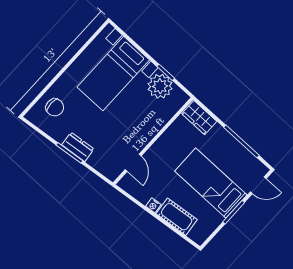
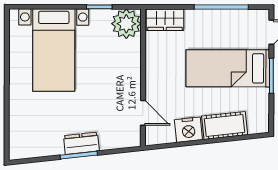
plant: (160, 86) -> (126, 24), moved
chair: (55, 107) -> (29, 127), removed
nightstand: (153, 205) -> (188, 130), width x1.89, depth x1.79

